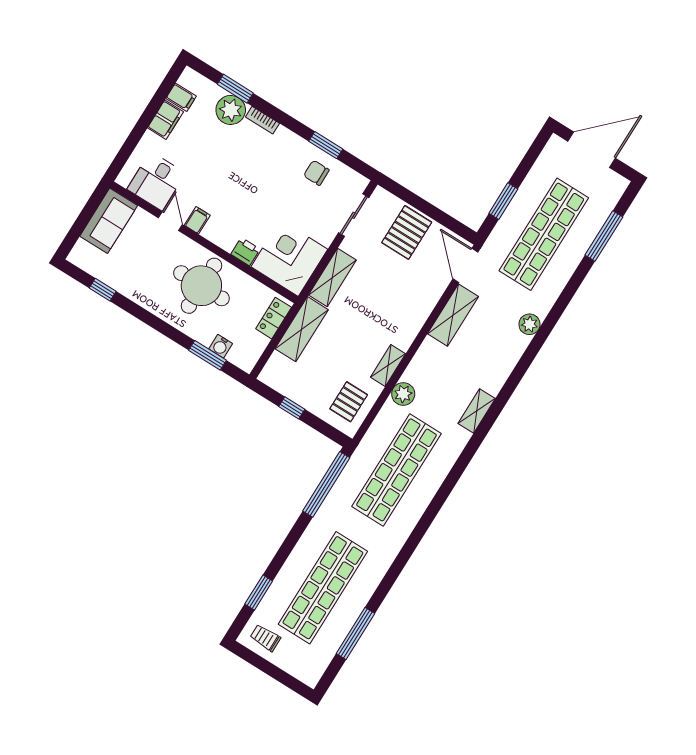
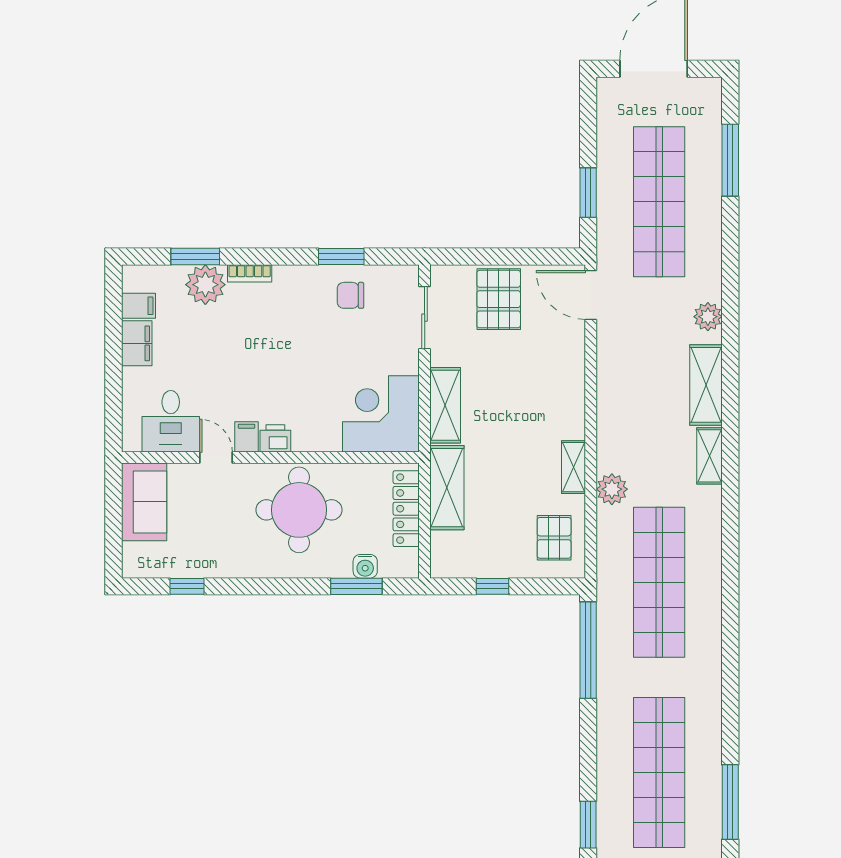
printer: (245, 252) -> (275, 438), moved
shelving: (453, 315) -> (706, 385), moved
locker: (274, 318) -> (406, 509), width x1.53

